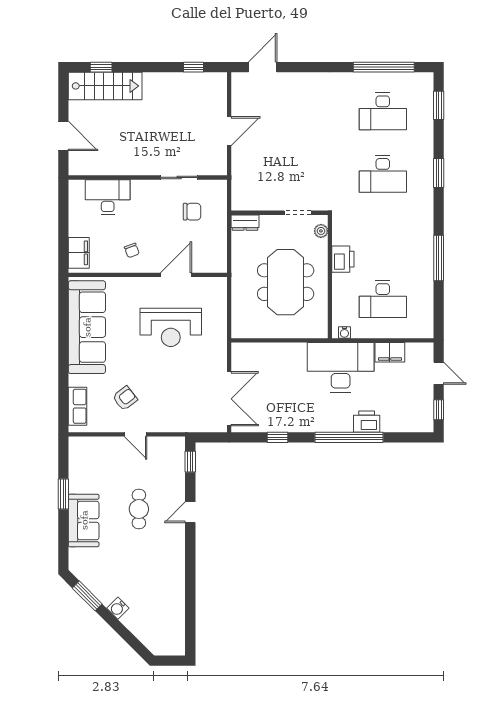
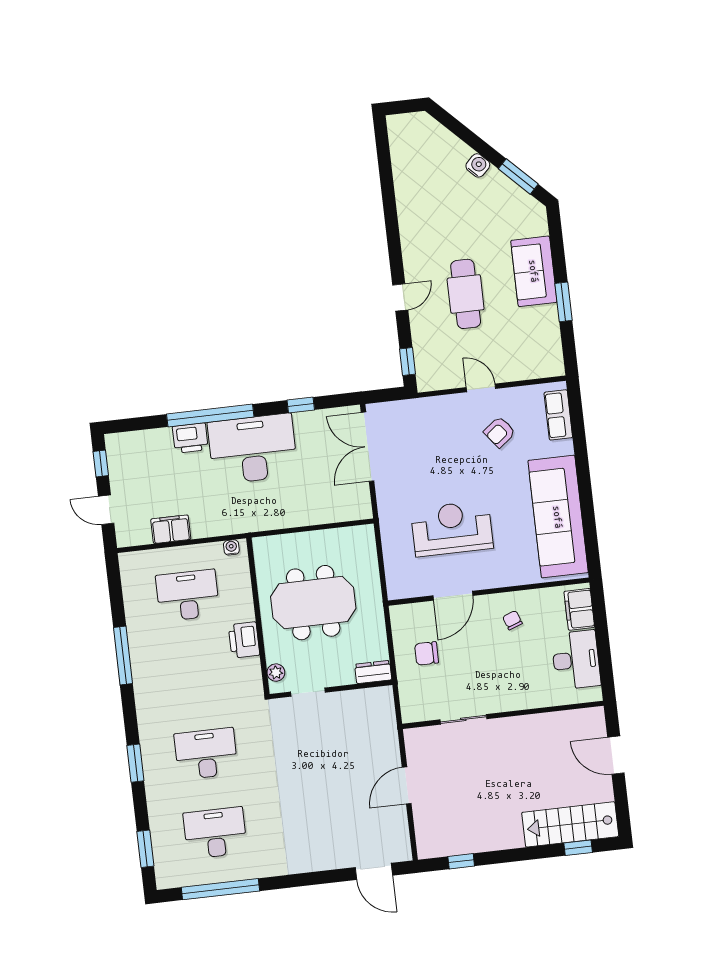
door: (263, 67) -> (374, 871), hinge flipped
desk: (108, 197) -> (576, 660), moved, turned -90
chair: (192, 212) -> (427, 653), moved
meeting table: (286, 282) -> (313, 603), turned 90
desk: (341, 367) -> (253, 449), moved, turned 180
cafe table: (139, 509) -> (466, 294), width x1.37, depth x1.35

